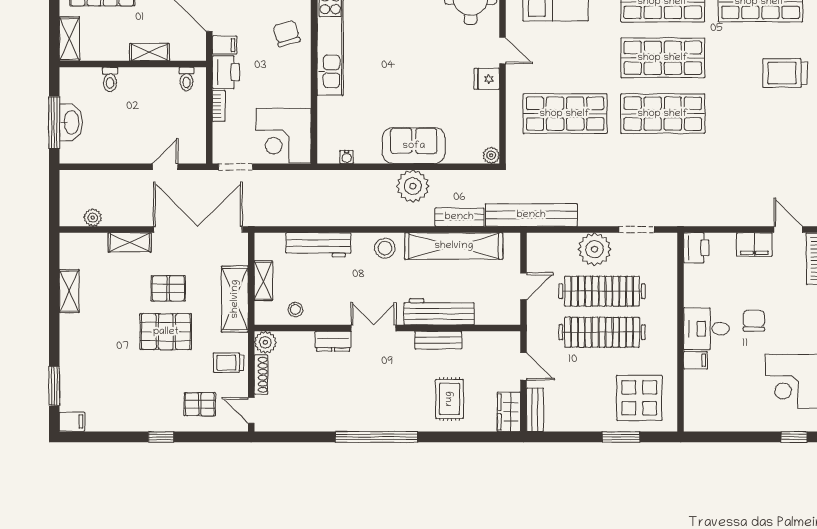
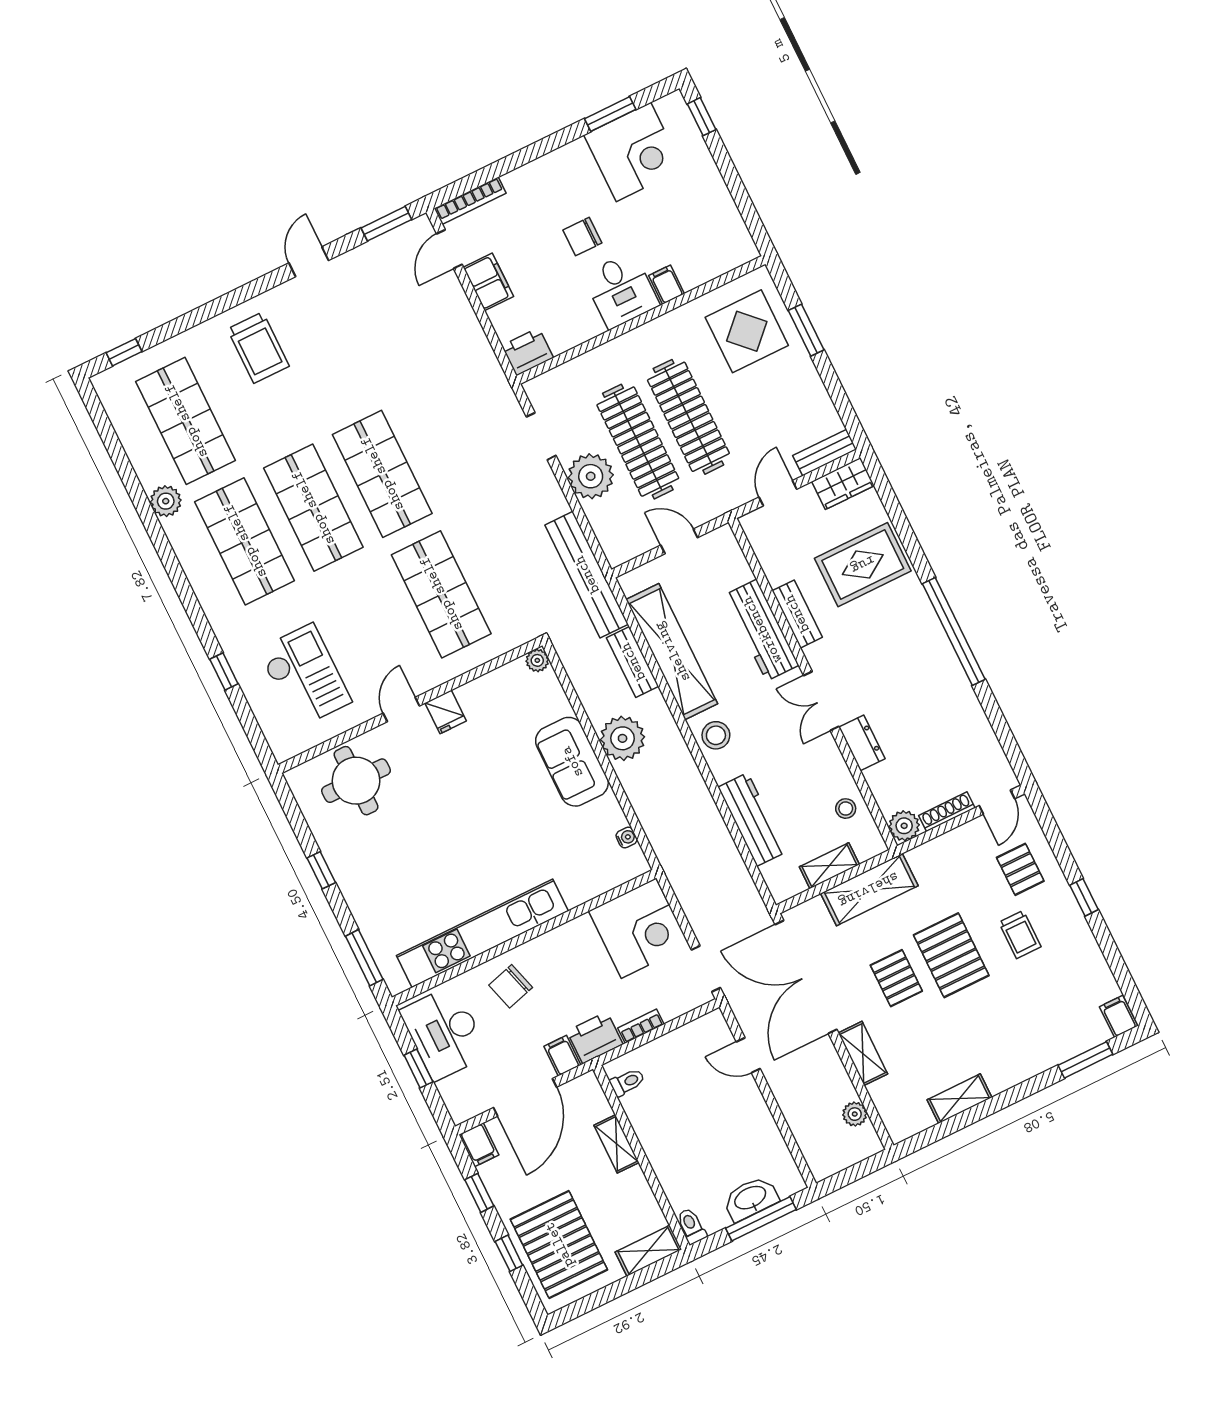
toilet: (110, 80) -> (691, 1226), moved, turned -90
trolley: (228, 363) -> (1020, 934), moved
rug: (449, 399) -> (863, 565), width x1.36, depth x1.43

